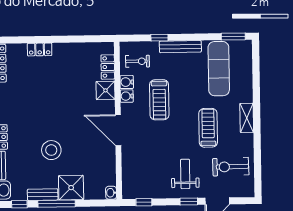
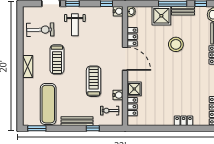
water cooler: (127, 96) -> (118, 11), moved
locker: (109, 159) -> (132, 37), added

